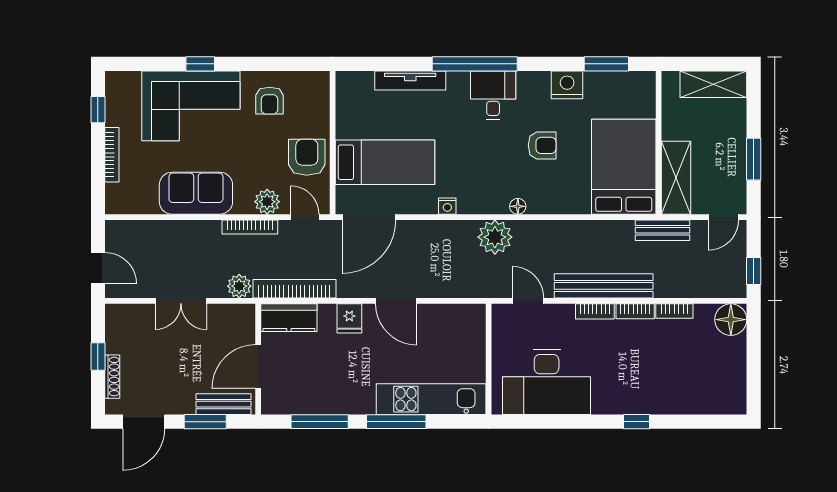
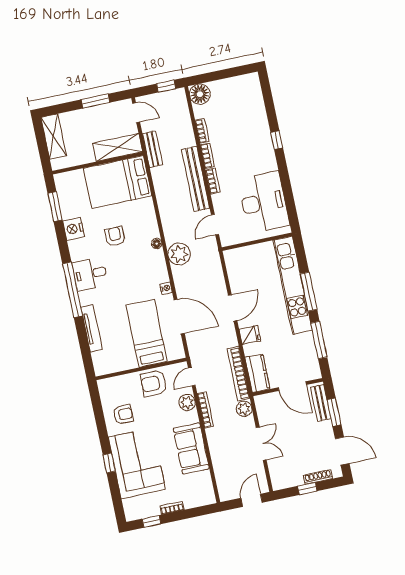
bookcase: (112, 155) -> (172, 508), width x0.64
door: (369, 217) -> (179, 317), moved
kitchen unit: (431, 399) -> (293, 285), width x1.36

